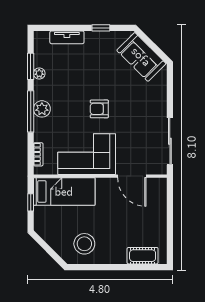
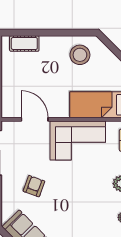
armchair: (99, 109) -> (34, 186), moved, turned -70

